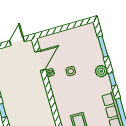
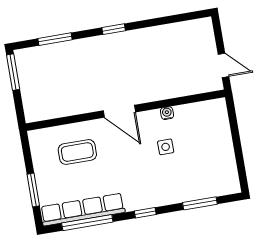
door: (40, 61) -> (119, 111), moved
plant: (101, 71) -> (160, 196), removed

